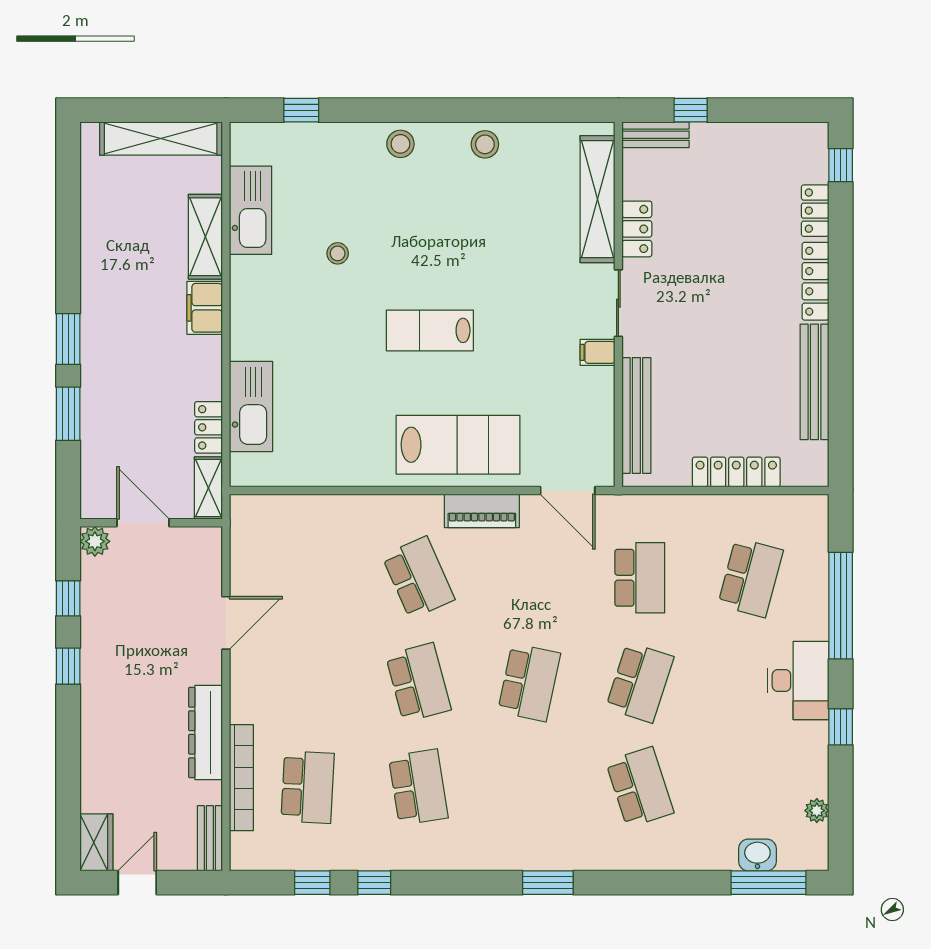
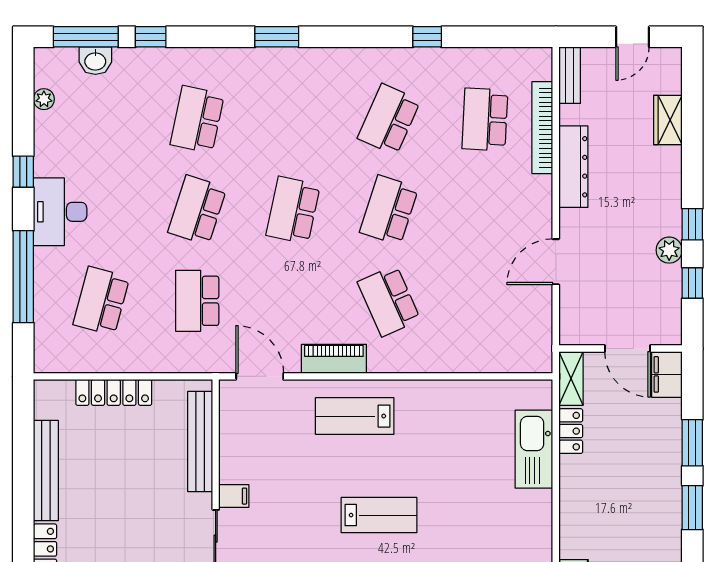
filing cabinet: (205, 308) -> (667, 374), moved, turned 180
lab bench: (458, 445) -> (355, 416), width x0.73, depth x0.72
plant: (95, 541) -> (669, 250), moved
school desk: (418, 682) -> (389, 210), turned 33
school desk: (418, 787) -> (389, 119), turned 33
school desk: (640, 787) -> (197, 119), turned 30
wardrobe: (96, 842) -> (668, 120), moved
window: (312, 883) -> (151, 37), moved

